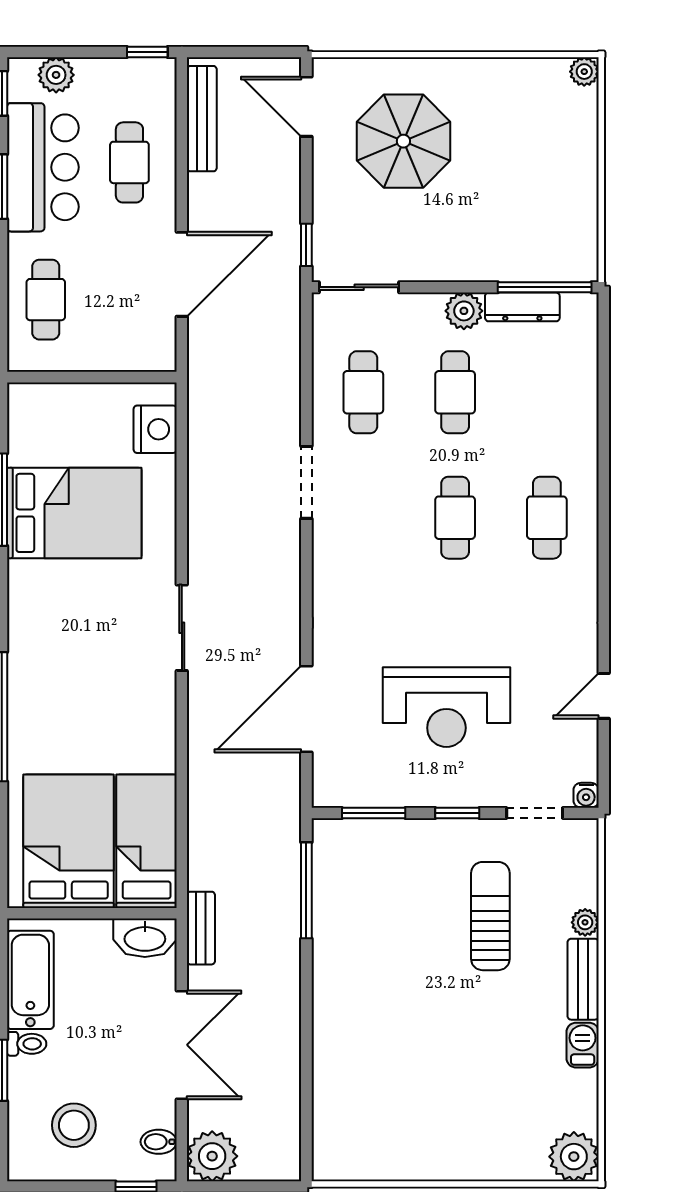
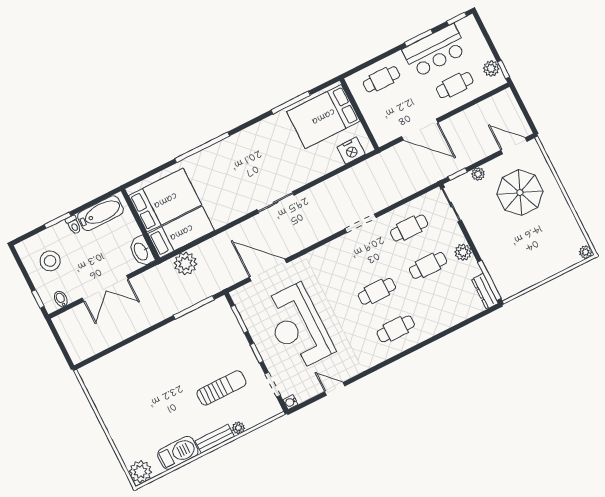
plant: (56, 75) -> (491, 68), moved
door: (306, 107) -> (514, 146), hinge flipped
bench: (202, 119) -> (488, 106), removed
plant: (326, 205) -> (478, 174), added
dresser: (522, 307) -> (485, 291), moved
bed: (74, 513) -> (323, 116), moved, turned 90
reception desk: (446, 707) -> (298, 327), width x1.36, depth x1.30
bench: (201, 928) -> (157, 272), removed
barbecue: (583, 1045) -> (178, 453), width x1.88, depth x1.53
plant: (212, 1156) -> (185, 263), moved

